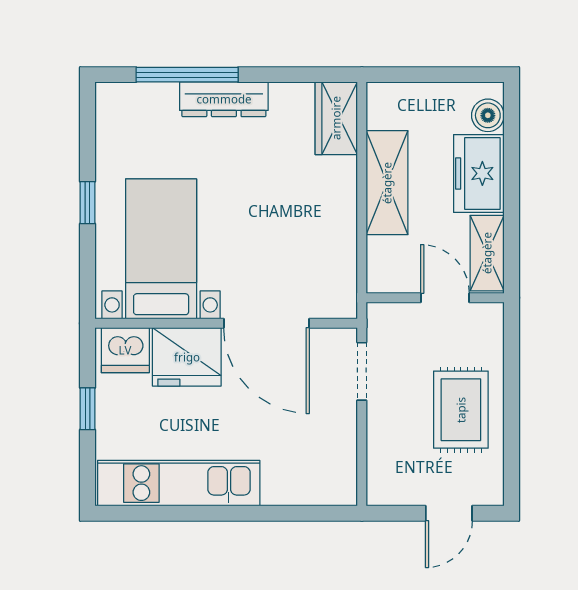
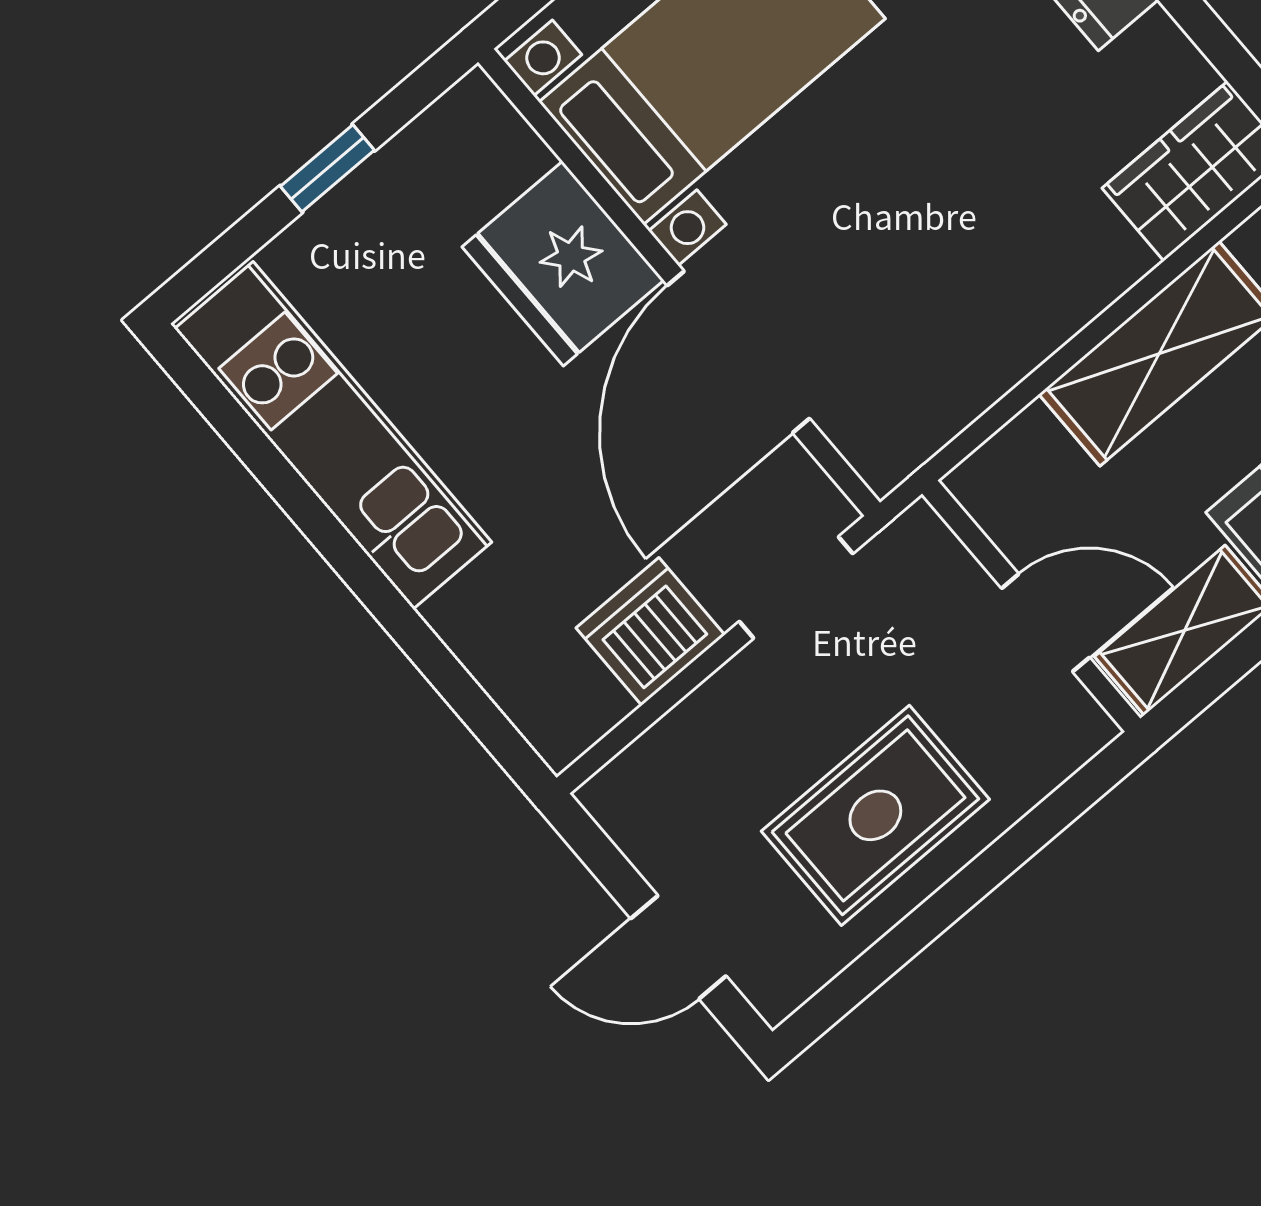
door: (445, 298) -> (1046, 623), hinge flipped
dishwasher: (125, 350) -> (650, 631), moved, turned 90

